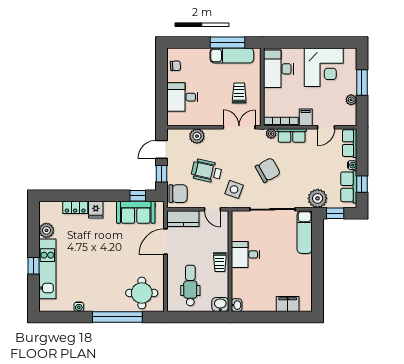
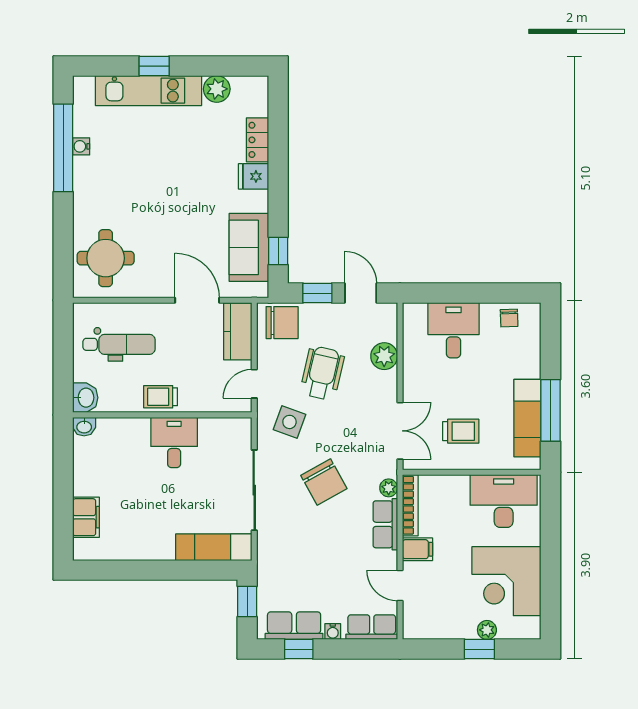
window: (362, 82) -> (479, 649), width x0.67
plant: (351, 100) -> (487, 630), moved
chair: (178, 194) -> (282, 323), turned -90
plant: (318, 198) -> (274, 570), removed
window: (117, 317) -> (63, 148), moved

